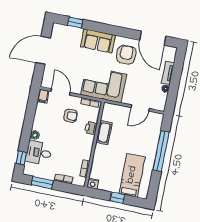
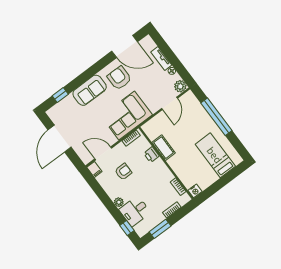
plant: (160, 105) -> (180, 86), added
armchair: (70, 116) -> (123, 172), moved
window: (117, 198) -> (223, 182), removed

